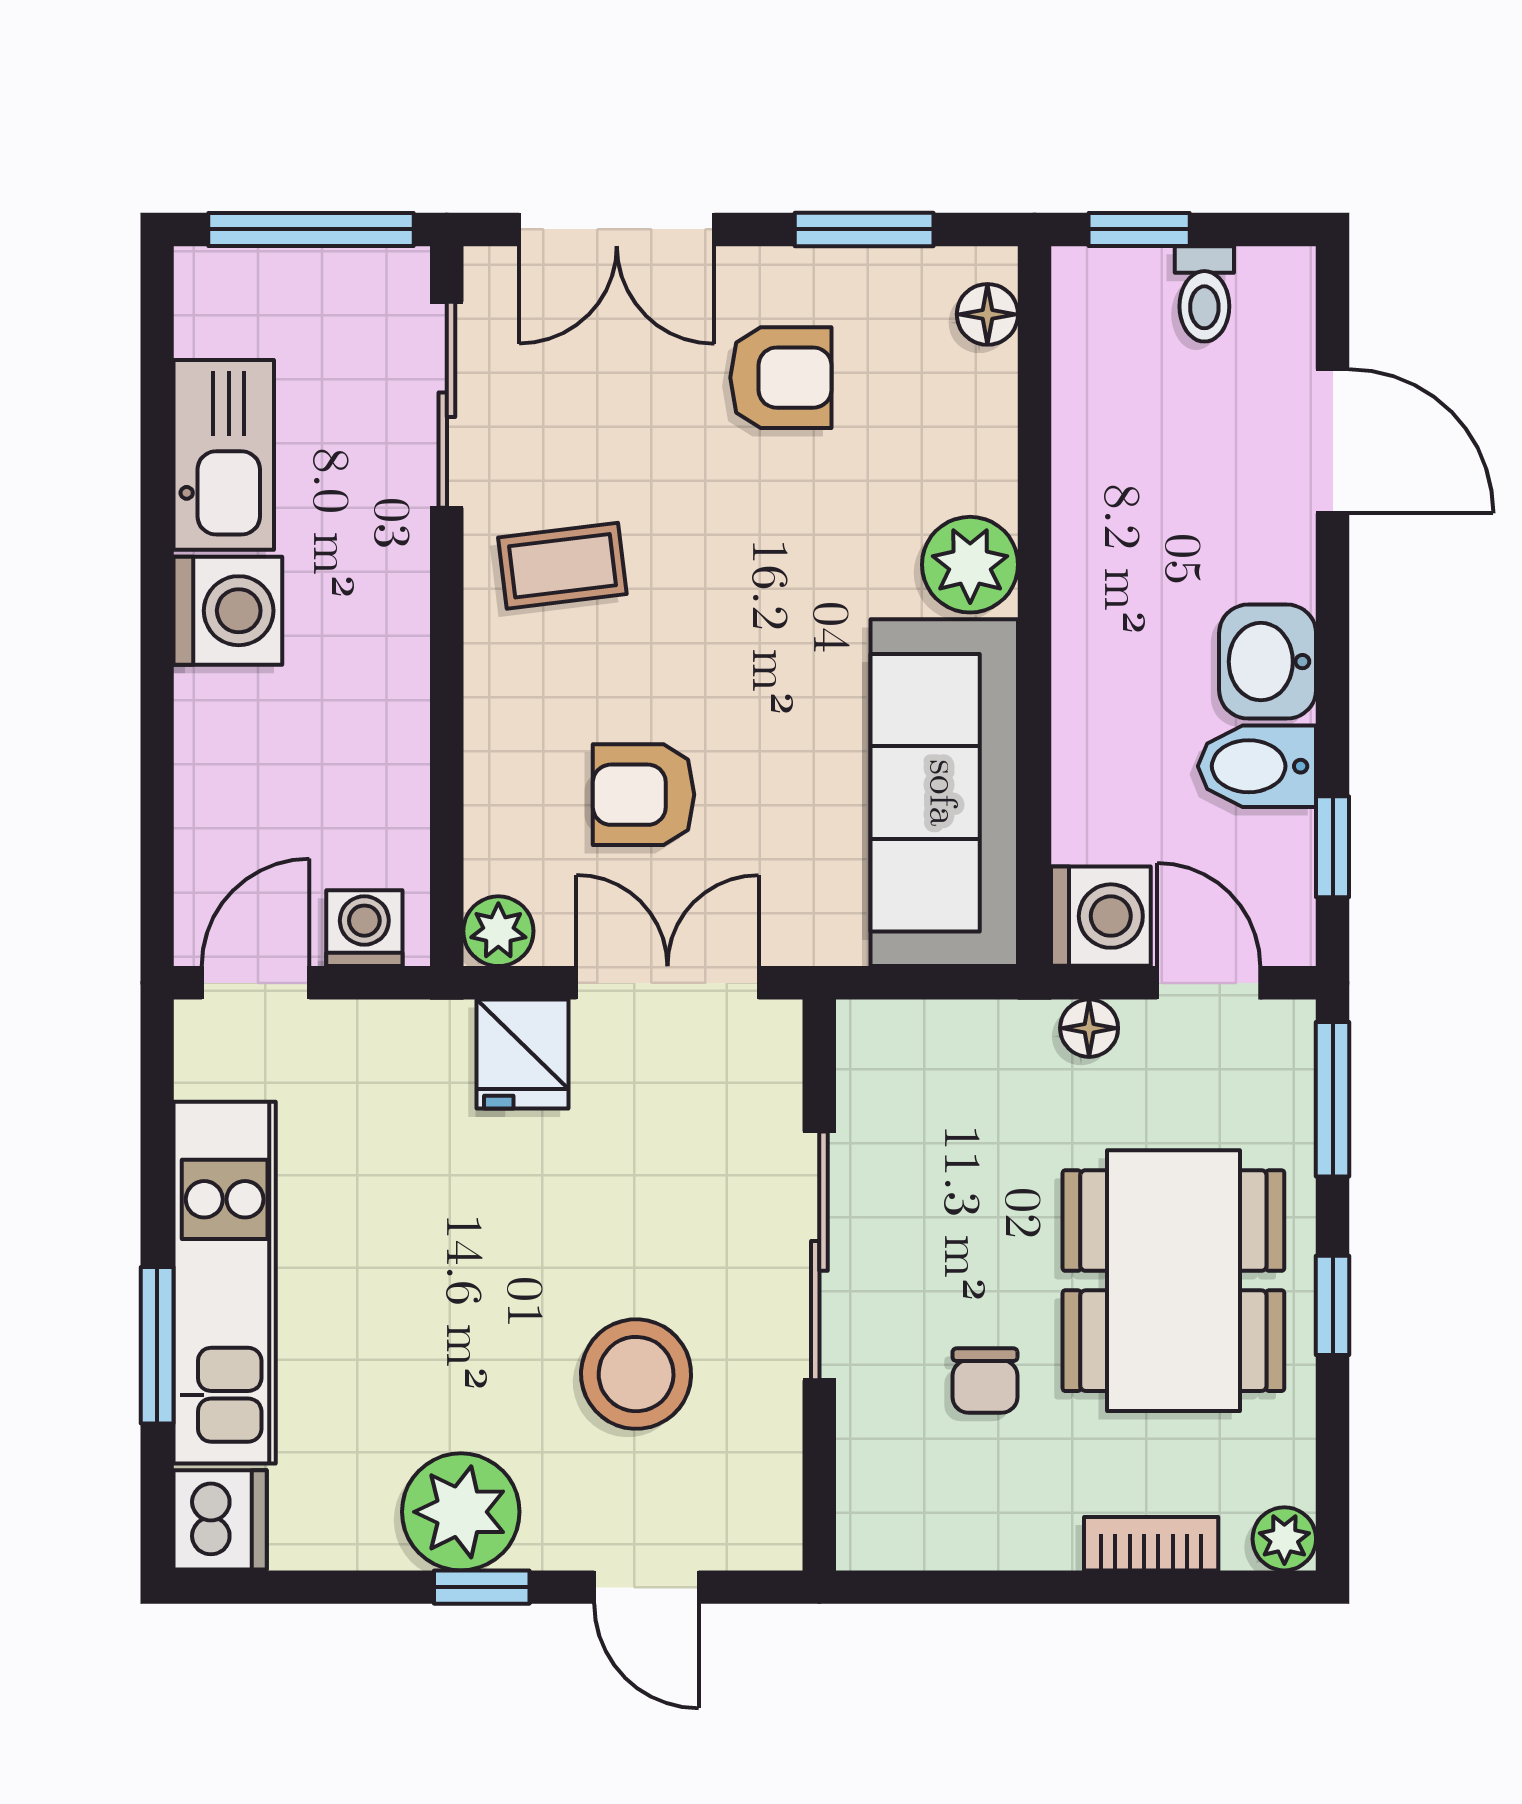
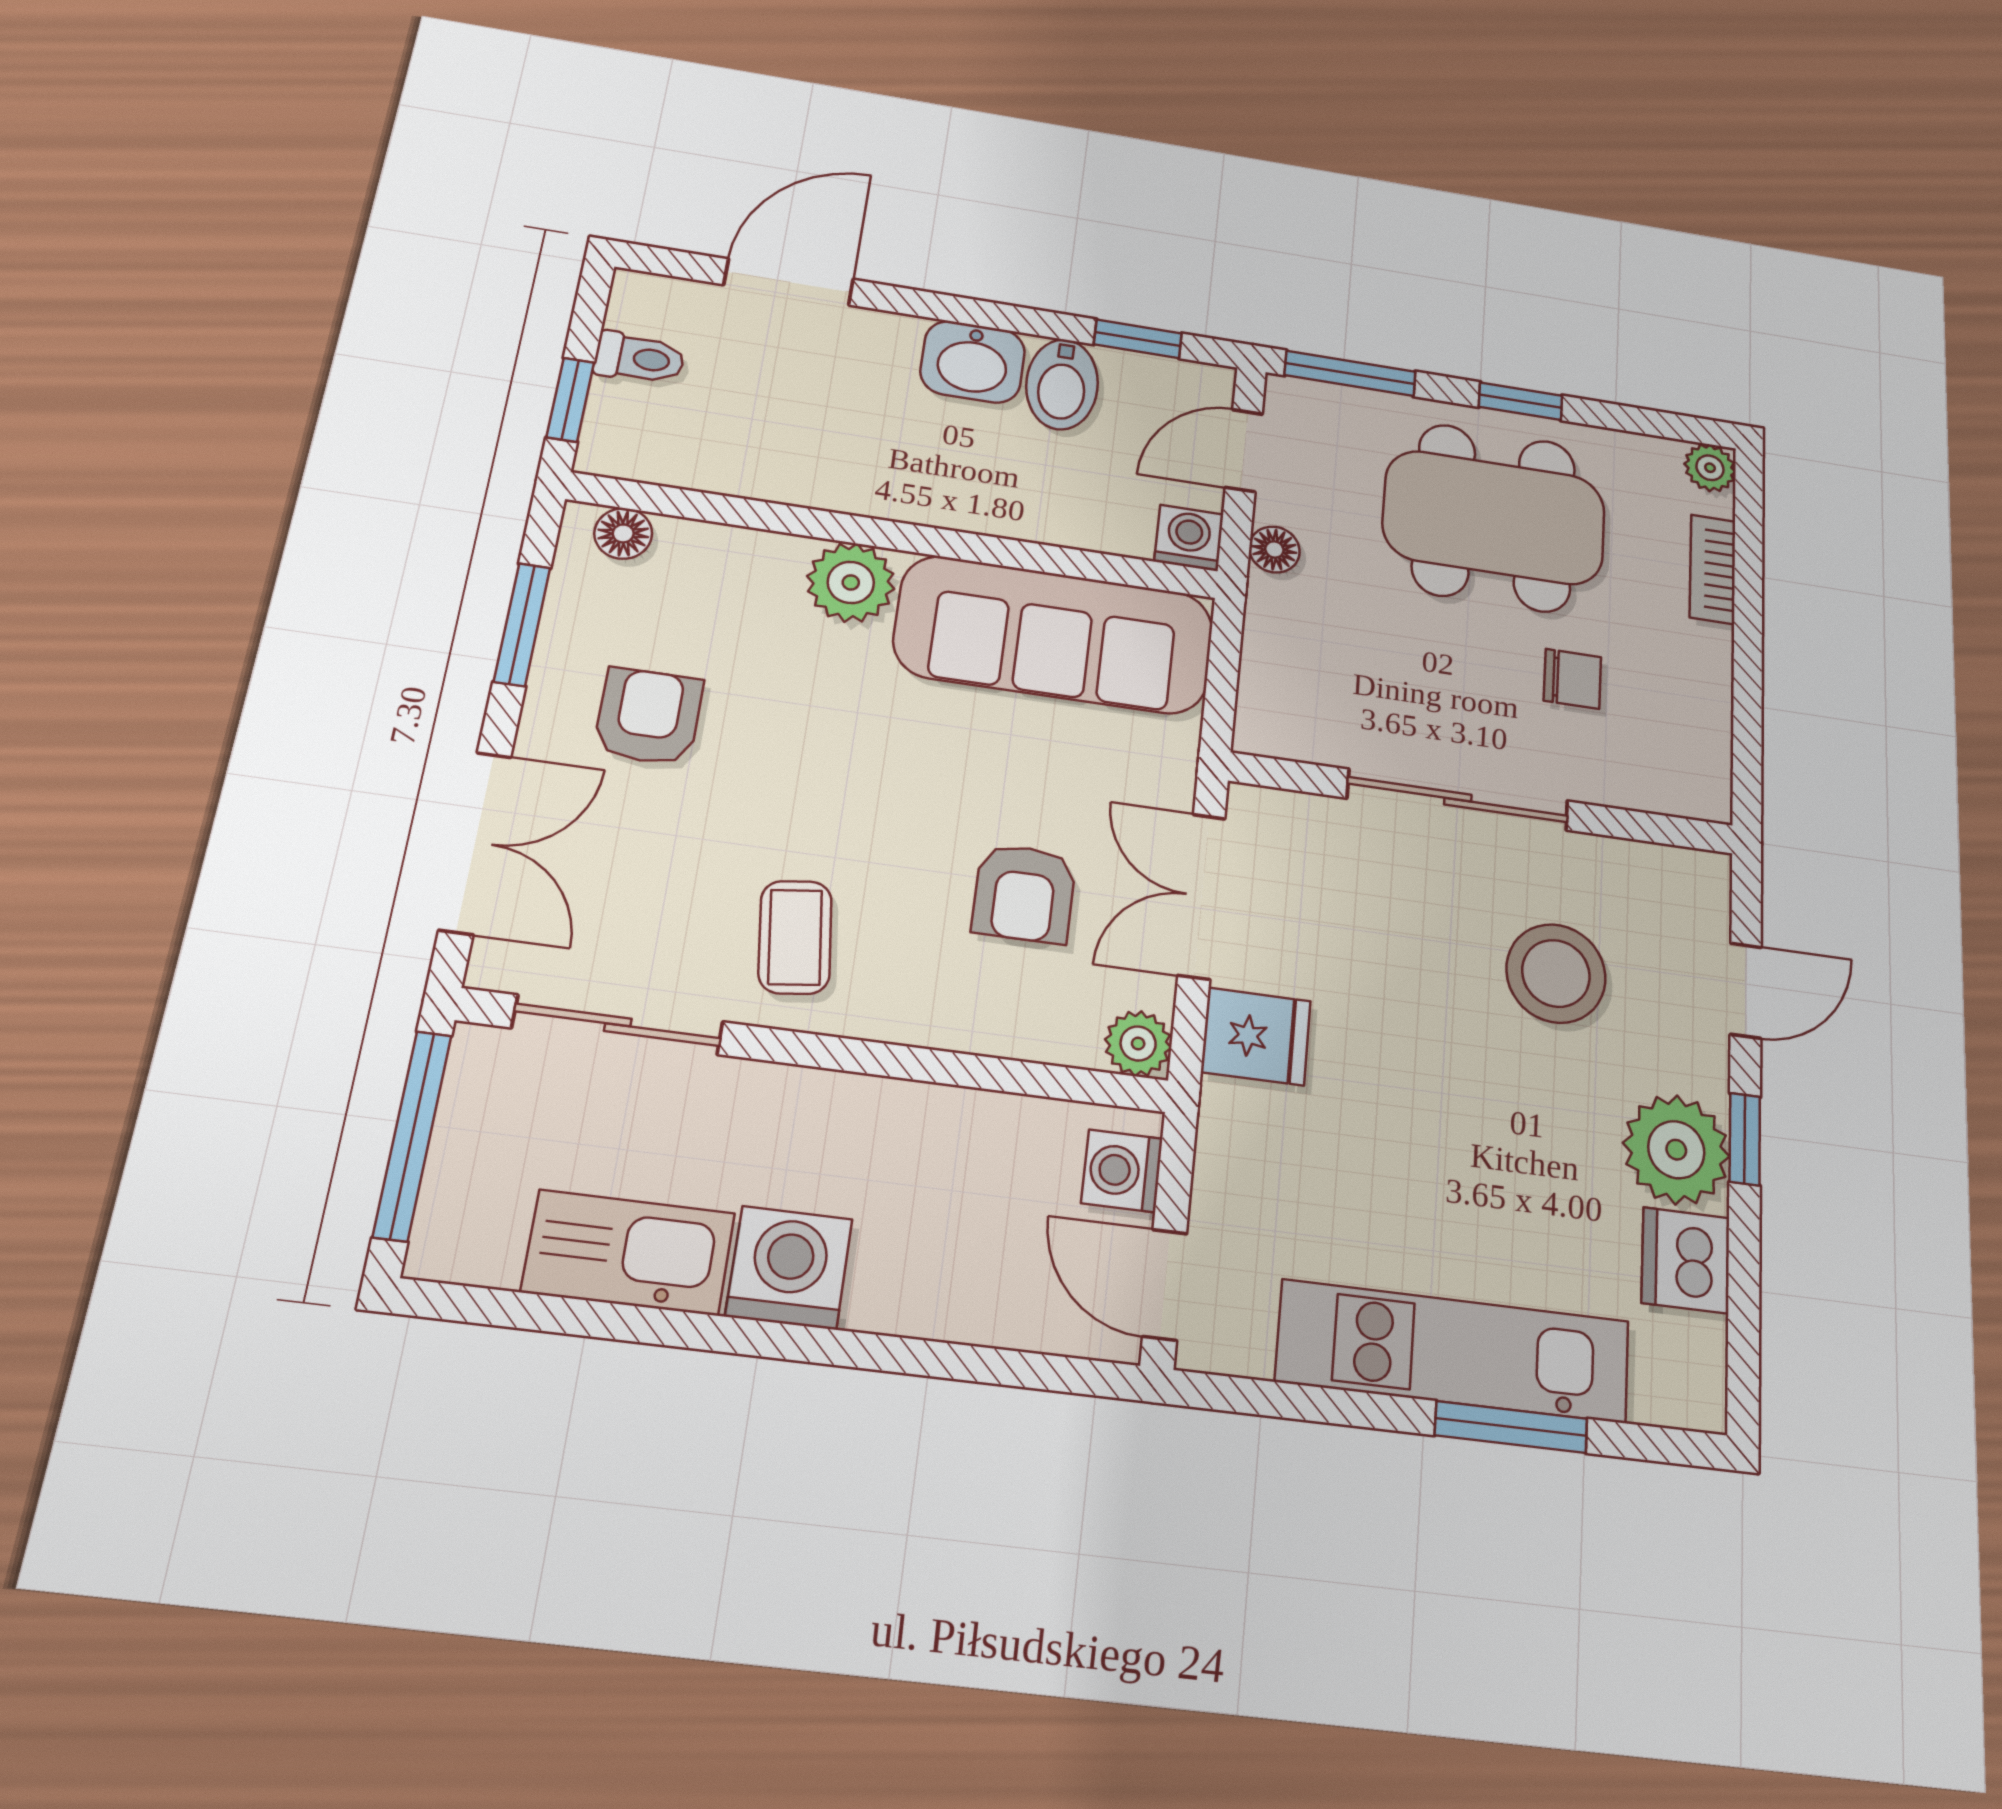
washing machine: (1101, 916) -> (1189, 538), width x0.73, depth x0.73
dishwasher: (220, 1520) -> (1686, 1260), moved, turned -90

